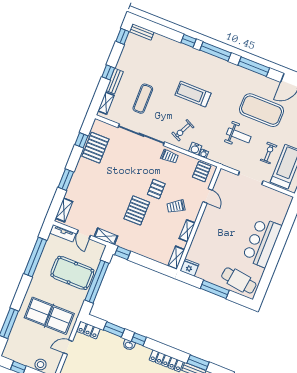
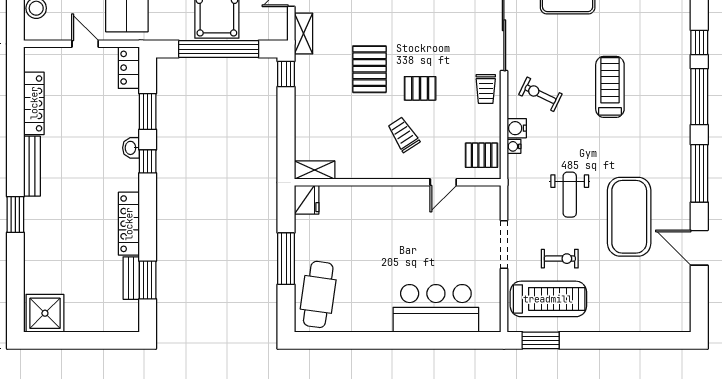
pallet: (137, 210) -> (369, 69), turned 90
shelving: (187, 231) -> (369, 170), removed
bar counter: (262, 242) -> (436, 308), moved

